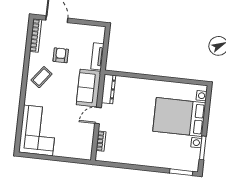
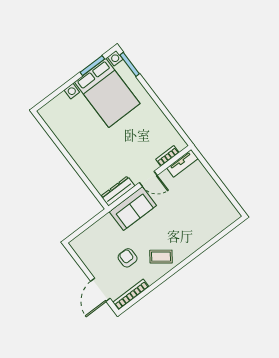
armchair: (61, 55) -> (128, 258), turned 90
tv unit: (97, 56) -> (182, 163), moved
bed with nightstands: (179, 117) -> (107, 93), moved
corner sofa: (38, 130) -> (208, 217), removed

